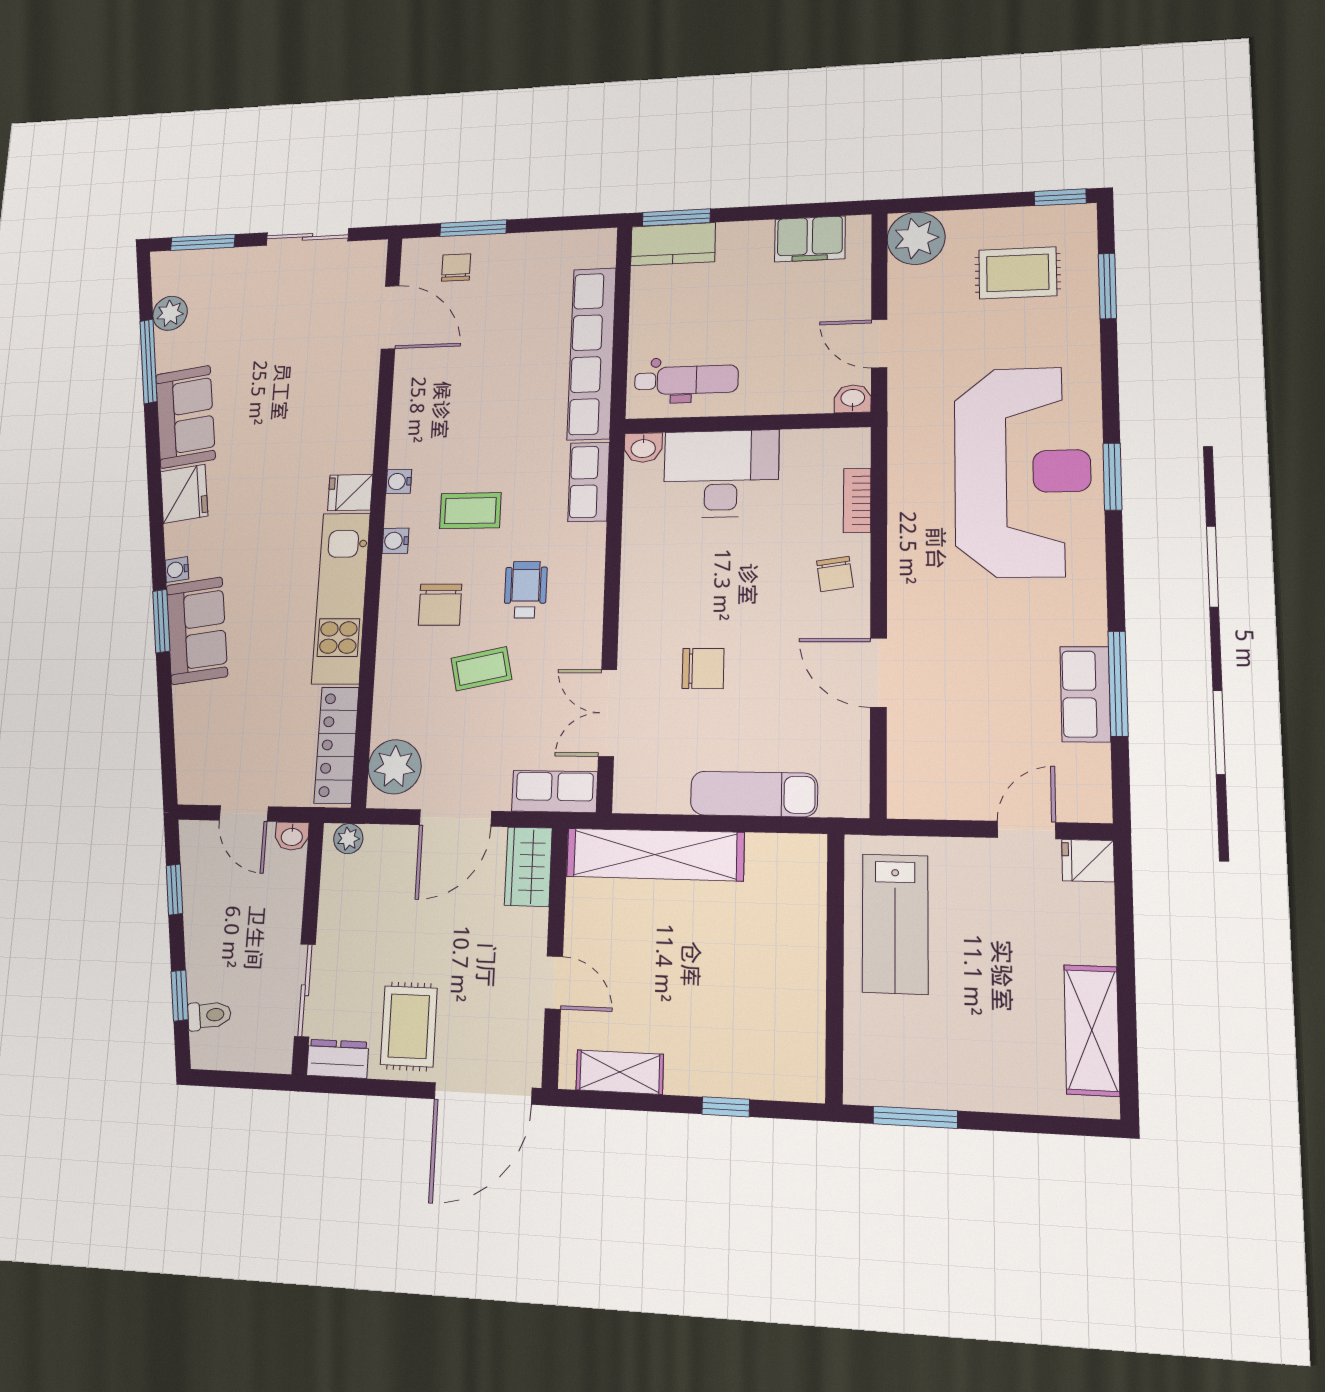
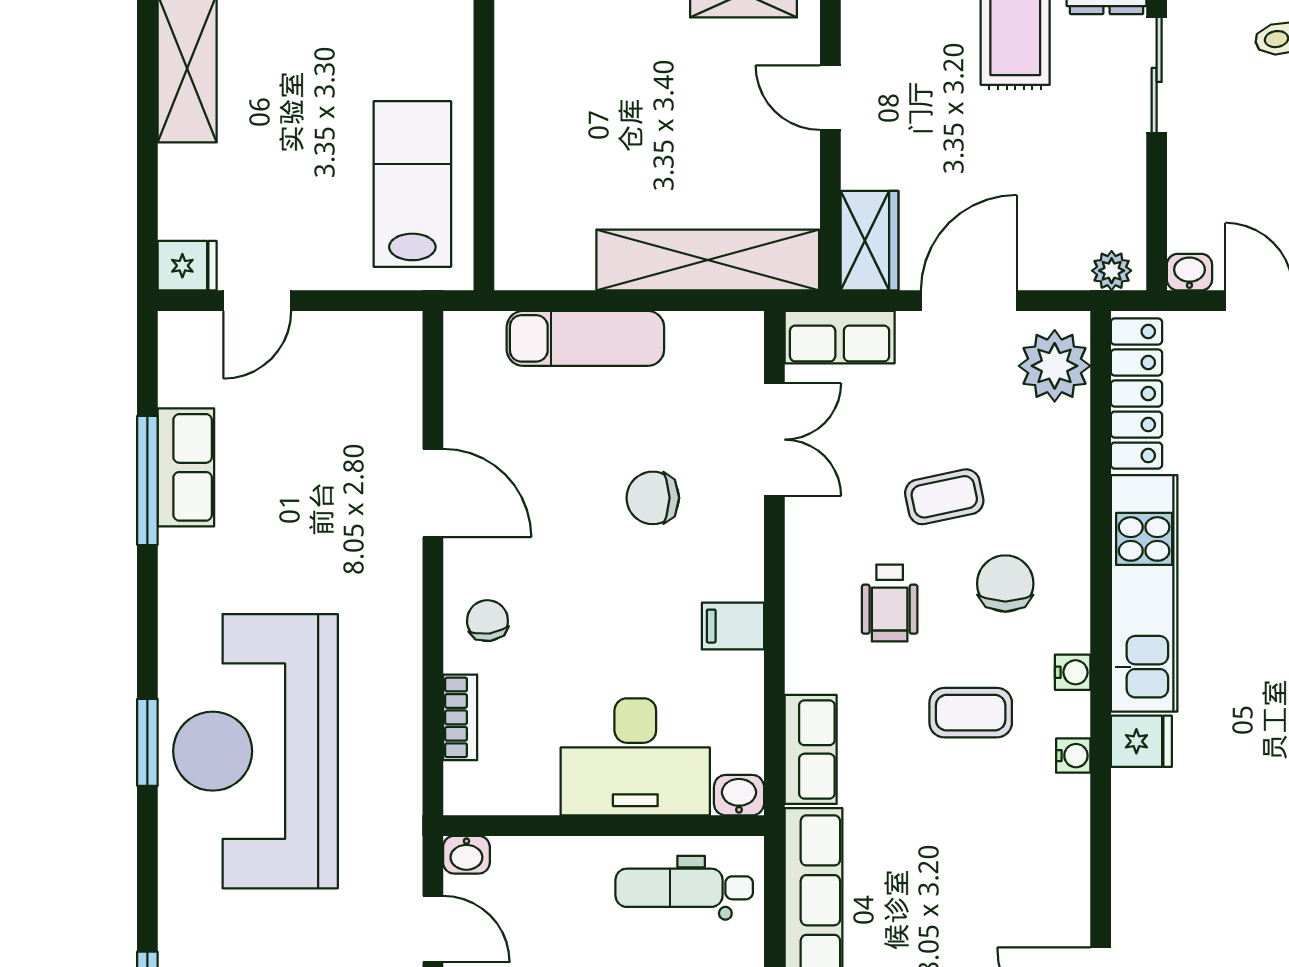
filing cabinet: (644, 572) -> (733, 626), added

